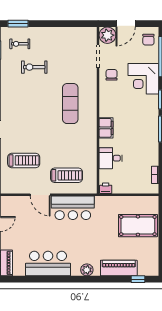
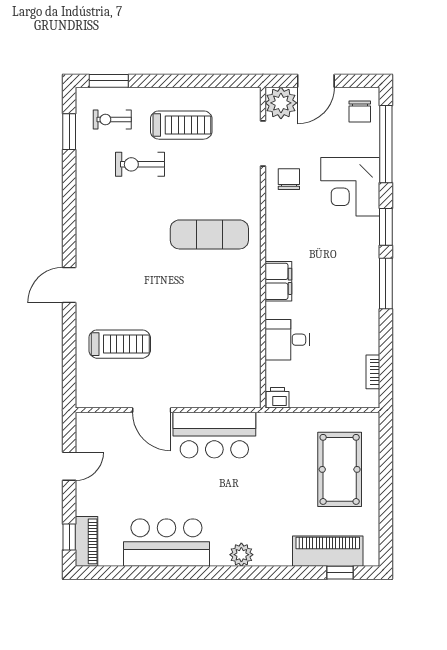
exercise mat: (70, 104) -> (209, 234), turned 90
treadmill: (67, 175) -> (181, 125), moved
pool table: (138, 226) -> (340, 469), turned 90
piano: (119, 268) -> (328, 551), moved

